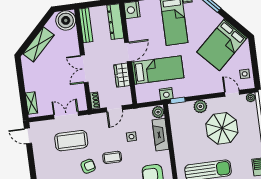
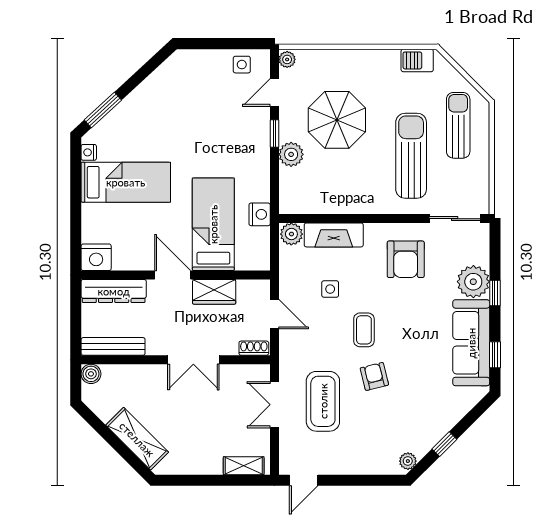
boiler: (66, 20) -> (91, 374), width x0.54, depth x0.54
bed: (222, 45) -> (182, 99), removed
window: (178, 100) -> (274, 133), moved

